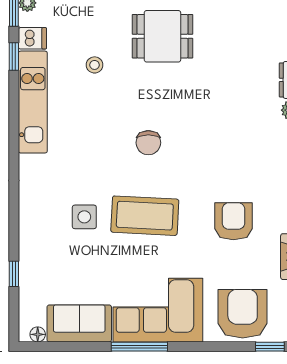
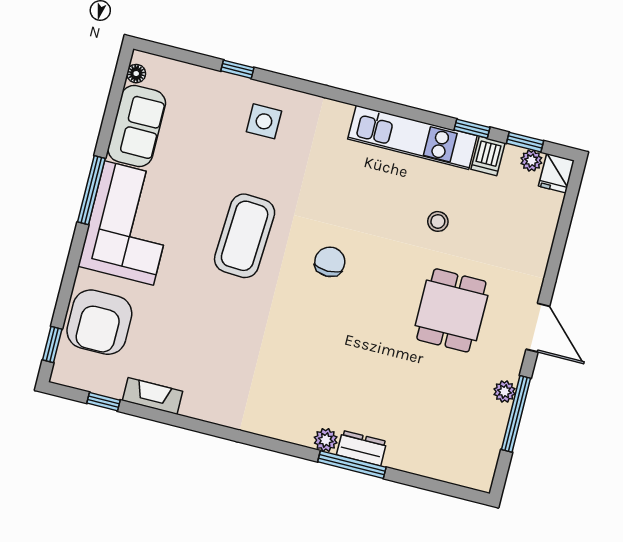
chair: (148, 143) -> (330, 262), turned 90
side table: (84, 217) -> (264, 121), moved
armchair: (233, 221) -> (211, 339), removed
window: (14, 274) -> (237, 69), moved
armchair: (243, 314) -> (99, 322), turned 90

